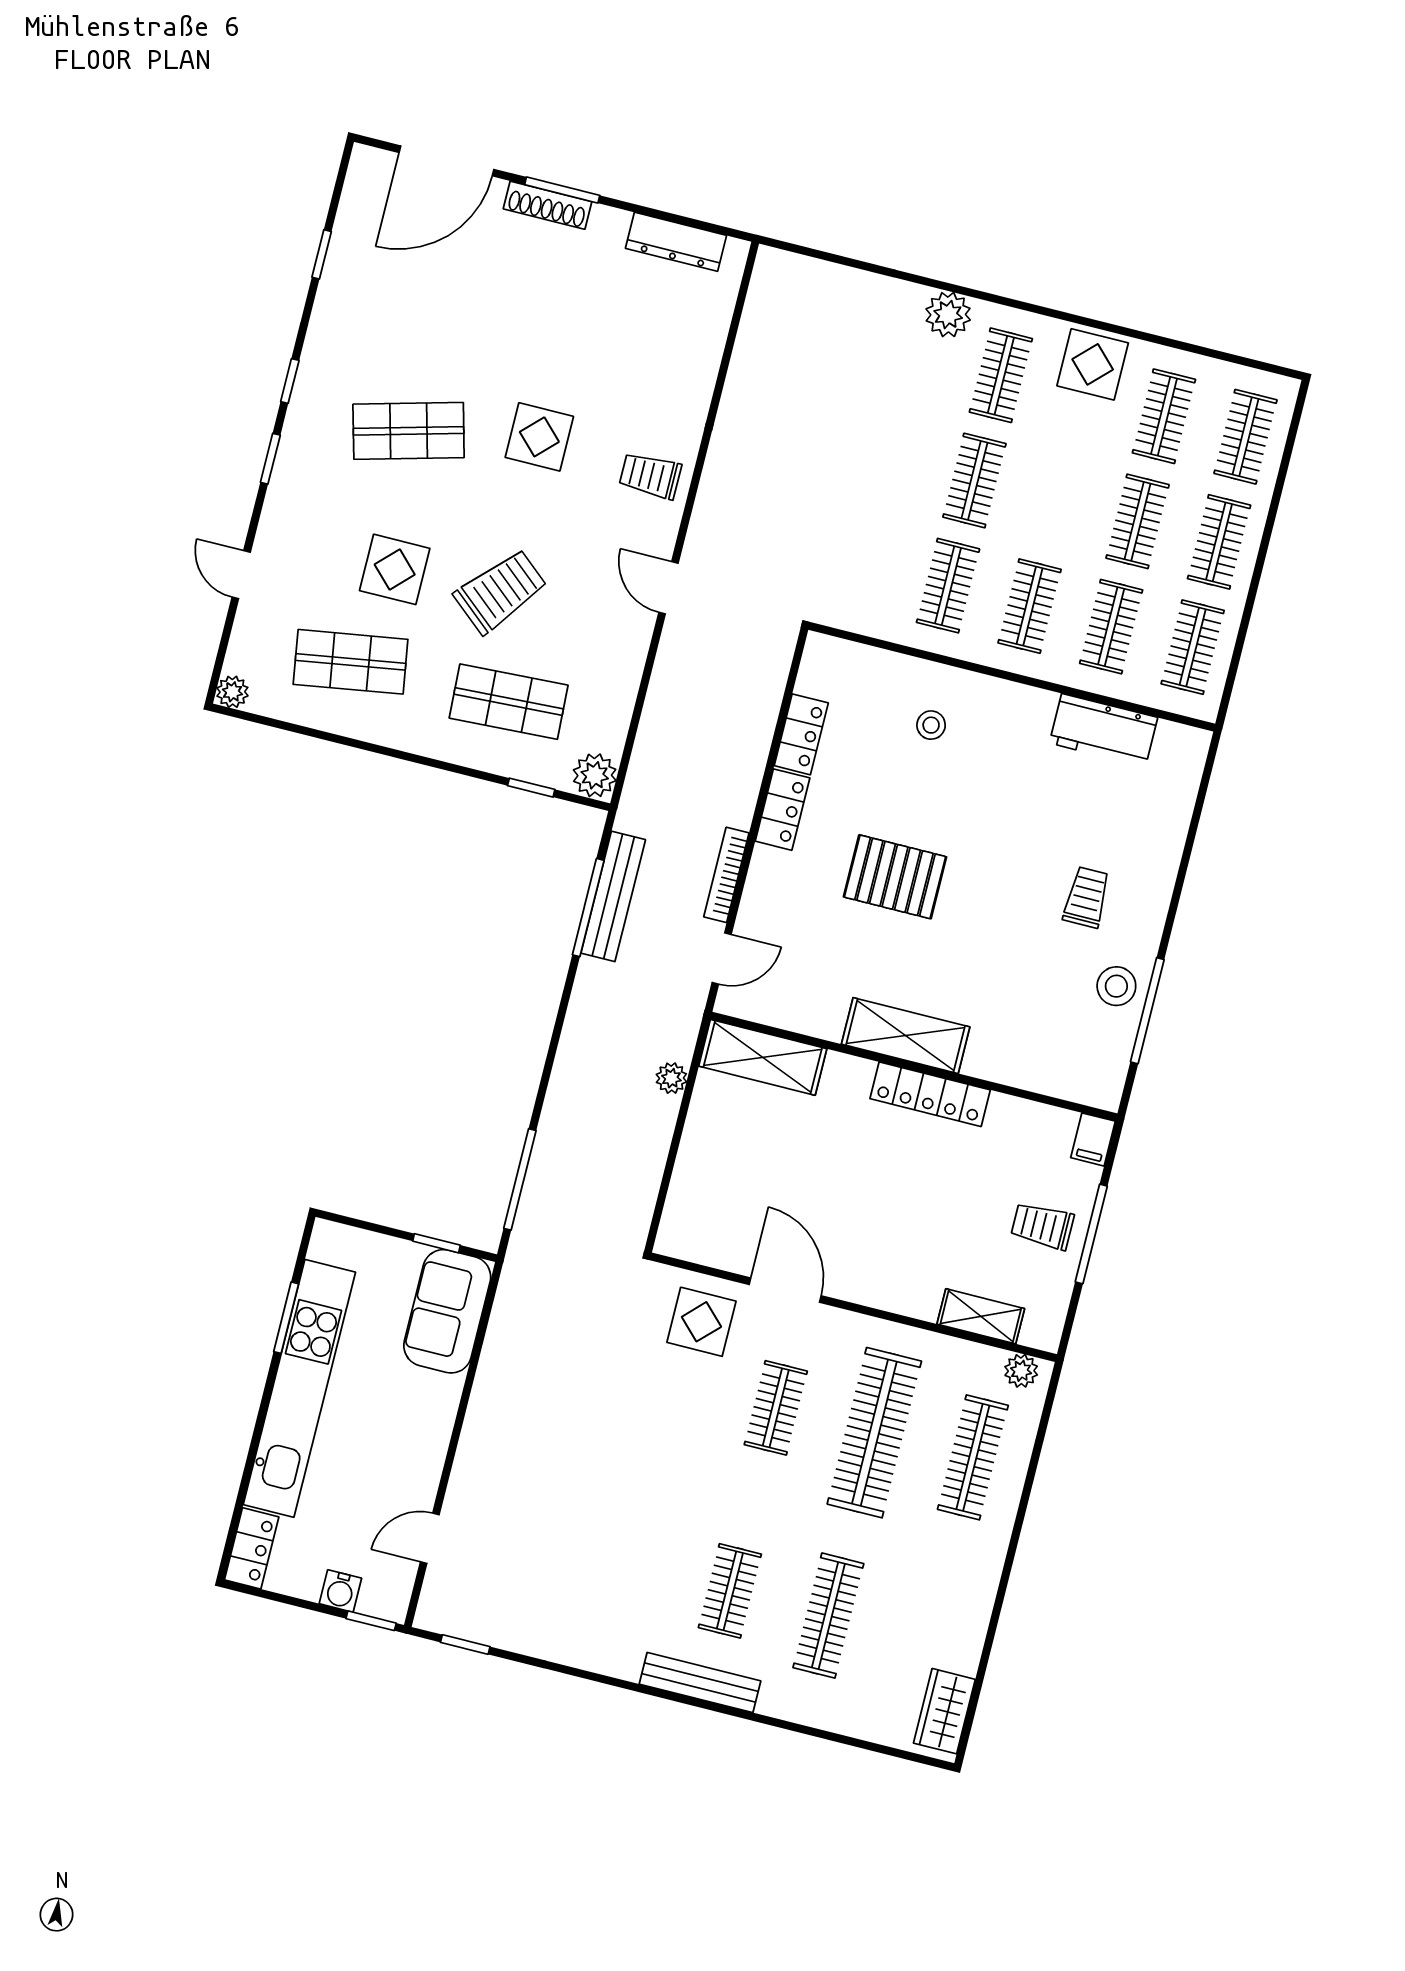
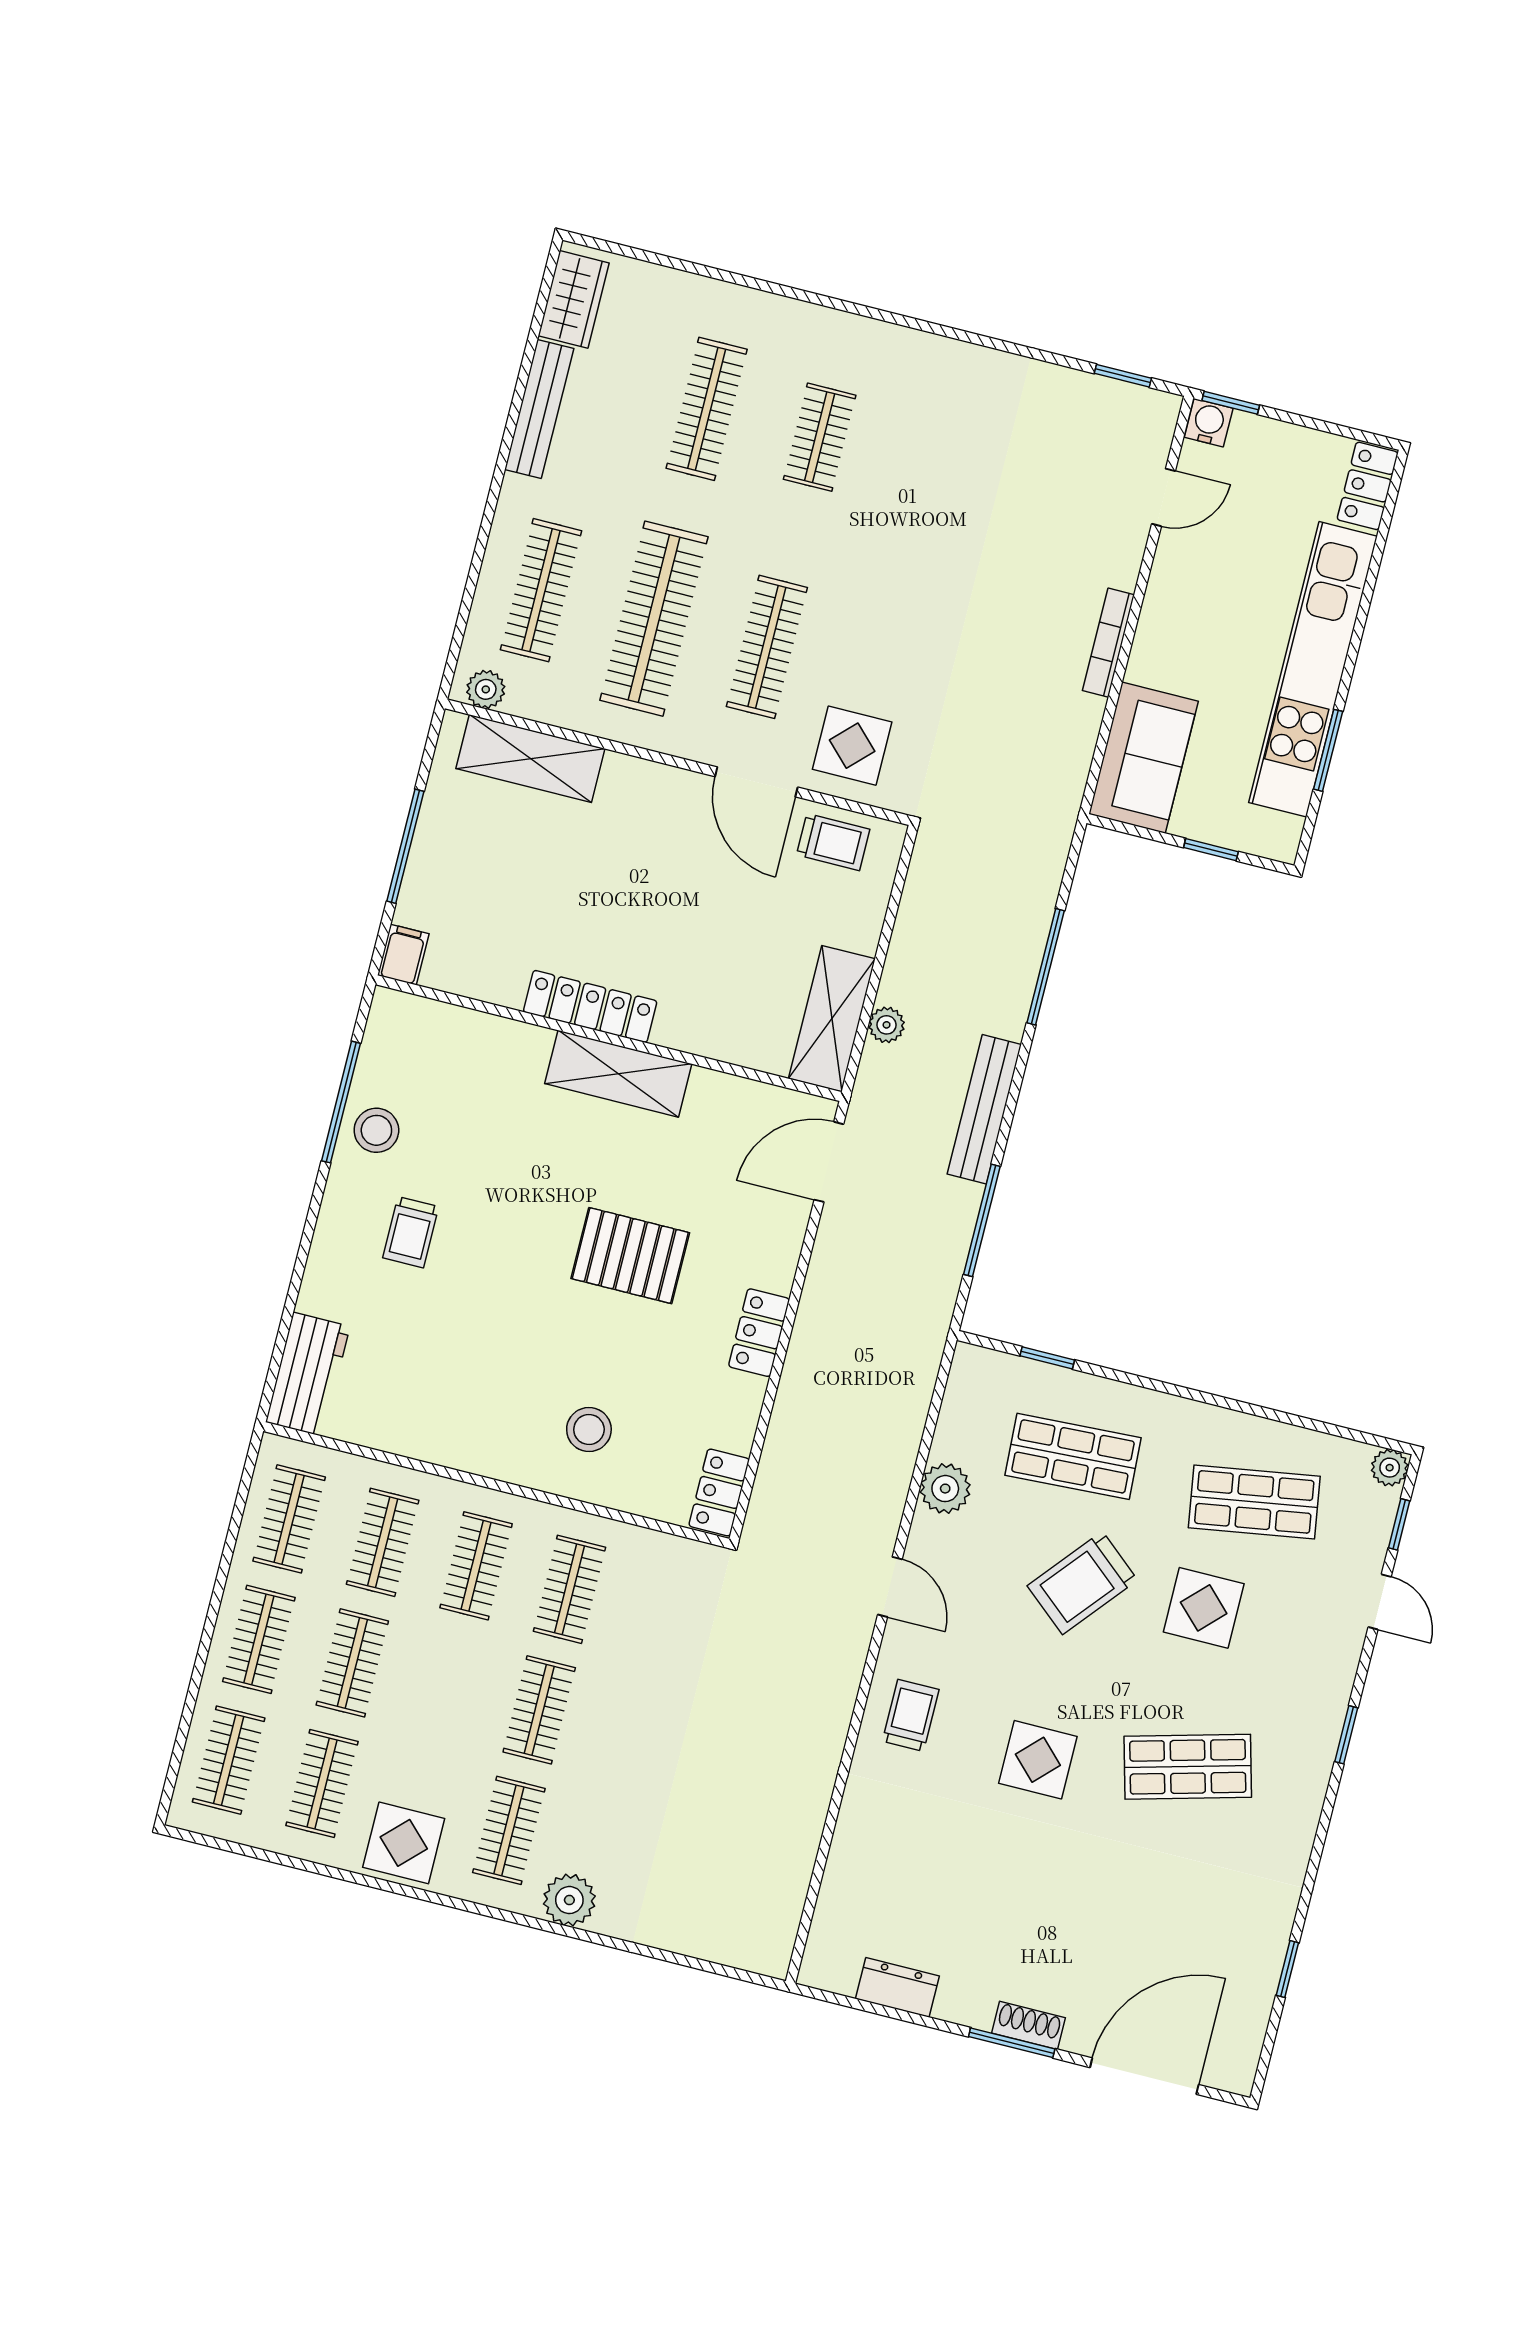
shoe rack: (548, 205) -> (1028, 2025), width x0.70
dresser: (676, 242) -> (897, 1987), width x0.70
window: (290, 381) -> (1399, 1524), moved
trolley: (650, 476) -> (911, 1715), turned -90
stool: (931, 725) -> (589, 1429), width x1.37, depth x1.37
workbench: (1103, 730) -> (308, 1374), moved, turned 90
locker: (801, 734) -> (719, 1492), moved
plant: (595, 775) -> (945, 1489), moved
bookcase: (726, 875) -> (1108, 643), moved, turned 180
bench: (613, 896) -> (984, 1109), moved
door: (722, 959) -> (829, 1162), width x1.38
shelving: (763, 1057) -> (832, 1019), moved, turned 90
window: (520, 1179) -> (1046, 967), moved
trolley: (1042, 1226) -> (833, 842), moved
window: (436, 1243) -> (1211, 850), moved
shelving: (981, 1316) -> (530, 759), width x1.50, depth x1.33
clothes rail: (776, 1408) -> (767, 647), width x1.36
water cooler: (340, 1591) -> (1209, 423), moved
bench: (700, 1682) -> (539, 409), moved, turned 90

